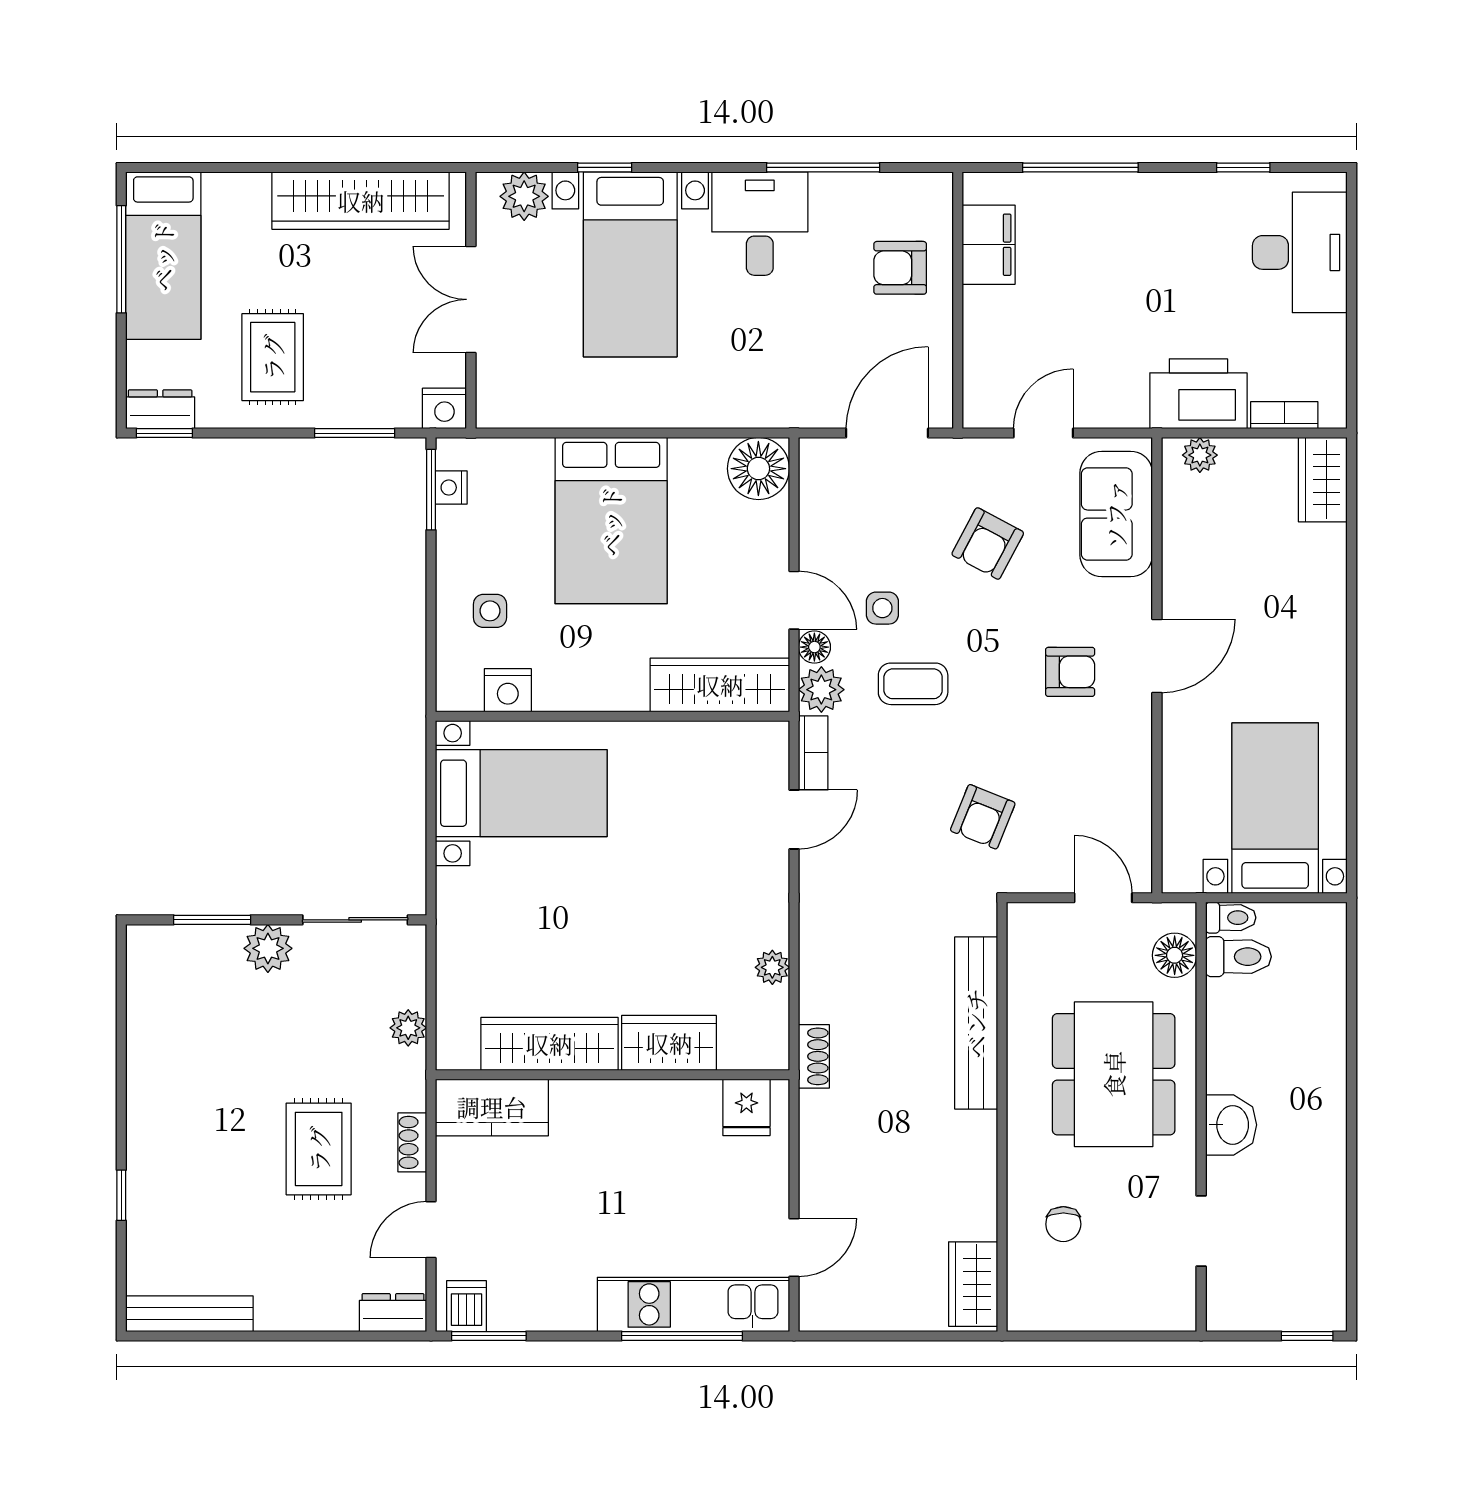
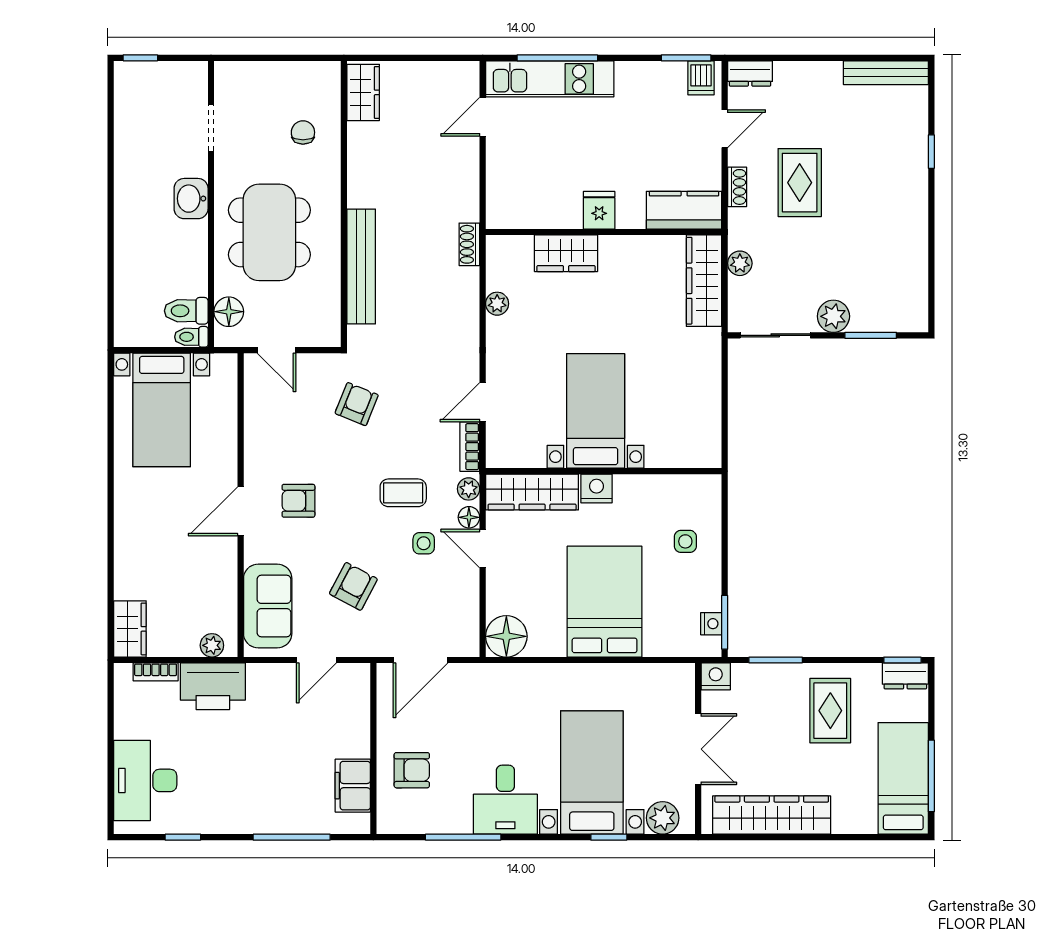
nightstand: (508, 690) -> (597, 488), moved
plant: (821, 690) -> (469, 489), width x0.73, depth x0.73
bed with nightstands: (521, 793) -> (596, 411), moved, turned 90
wardrobe: (549, 1044) -> (704, 281), moved, turned 90
fridge: (746, 1107) -> (599, 210), moved

